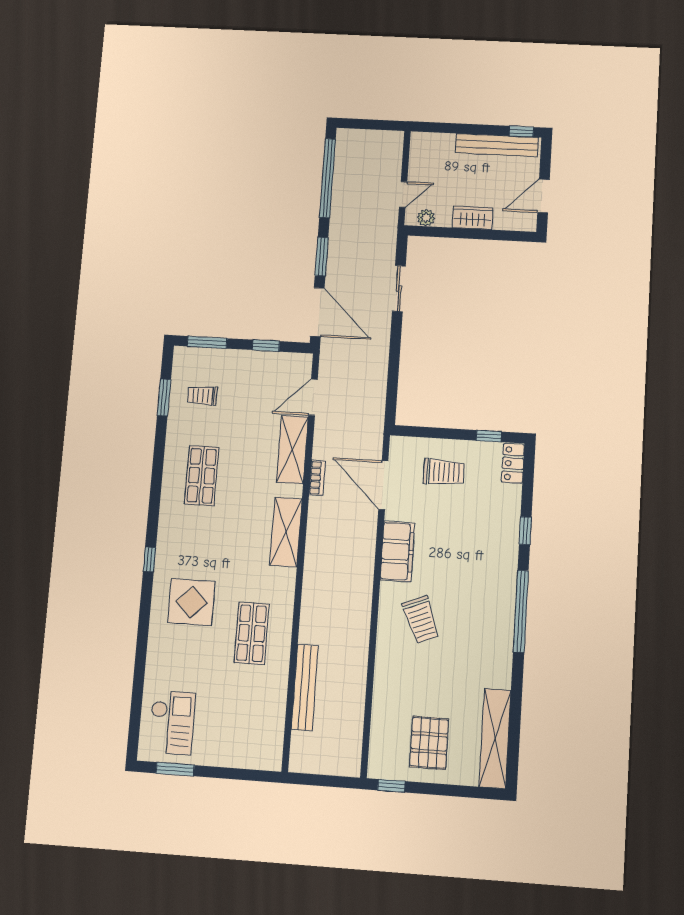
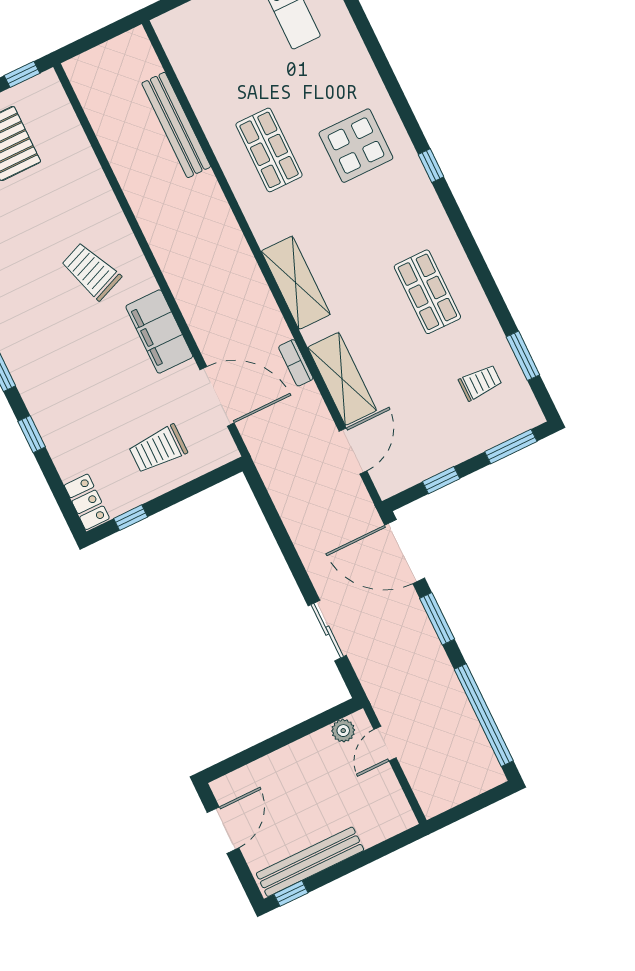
wardrobe: (473, 218) -> (290, 760), removed

